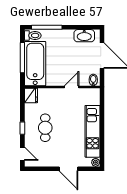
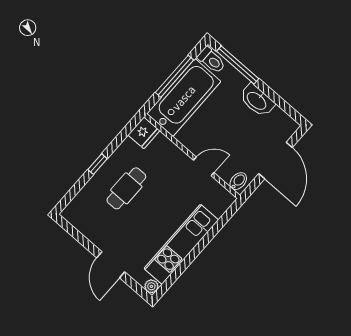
washbasin: (84, 36) -> (257, 100), moved
door: (22, 154) -> (70, 196), removed

